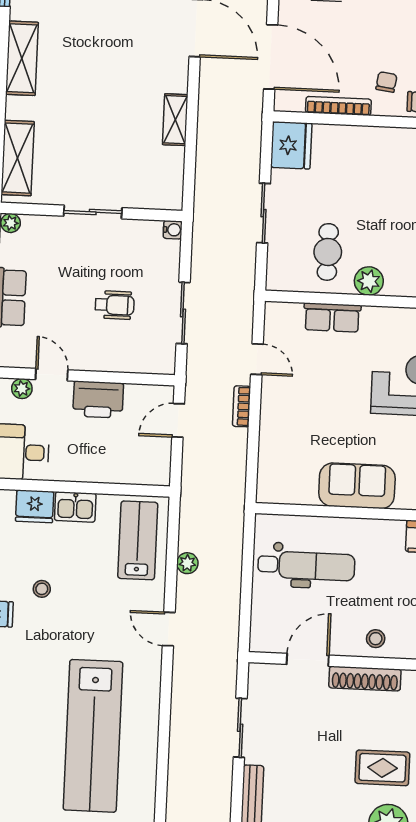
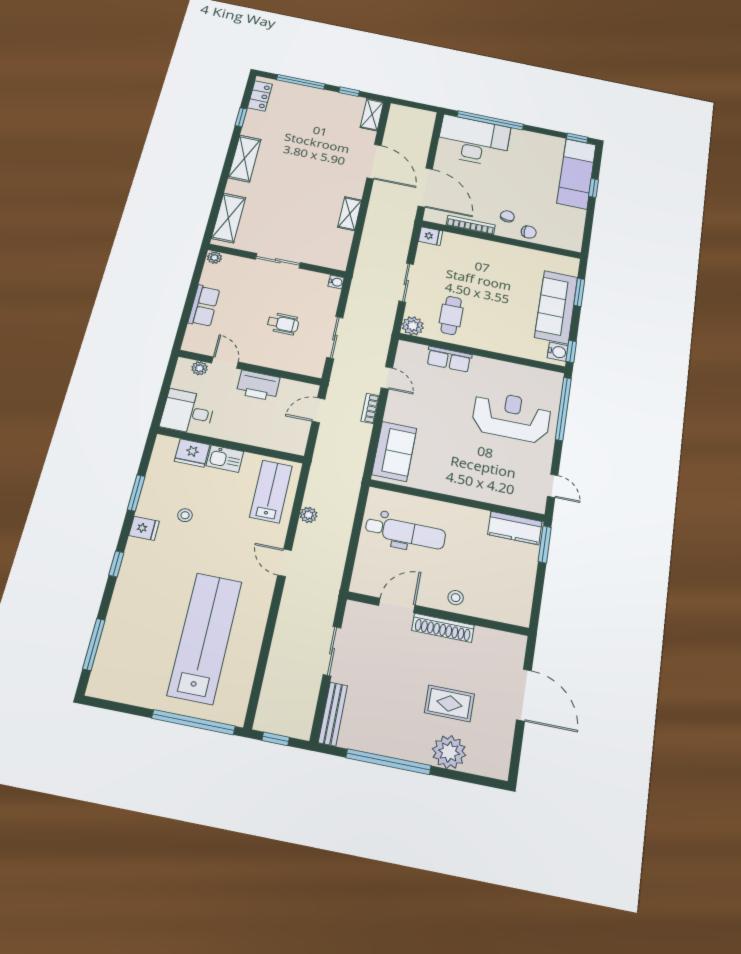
fridge: (291, 145) -> (431, 236), width x0.53, depth x0.75
plant: (369, 281) -> (413, 326), moved
sofa: (357, 486) -> (394, 451), moved, turned 90
lab bench: (93, 736) -> (205, 638), turned 180

